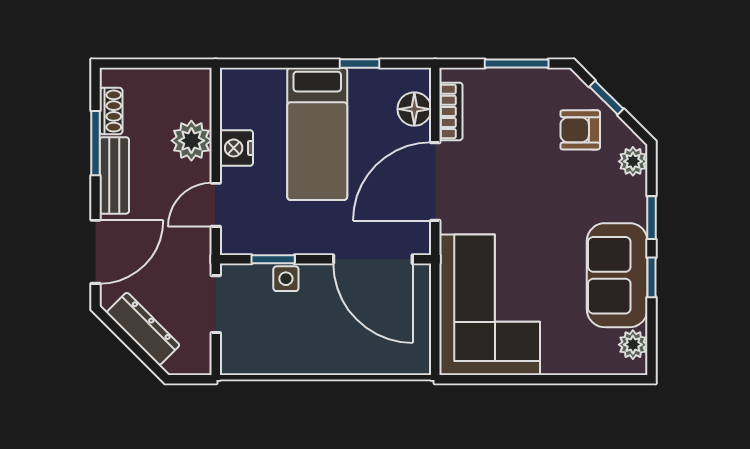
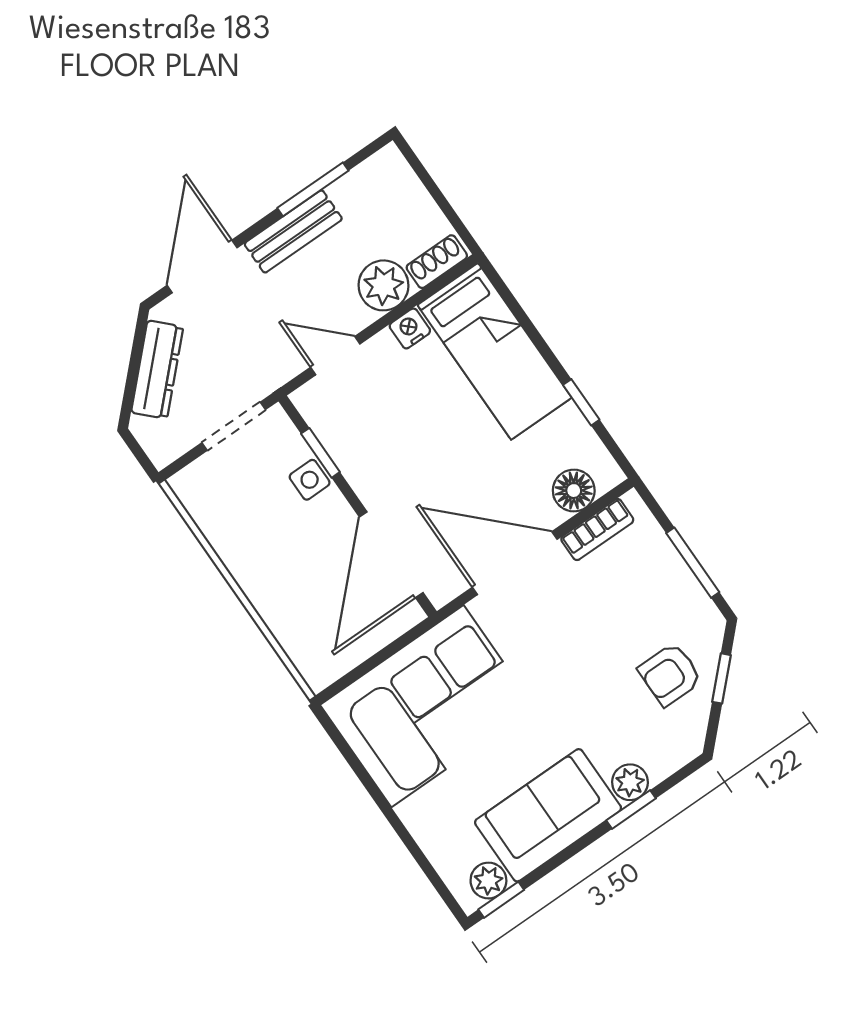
shoe rack: (111, 111) -> (437, 262), moved, turned 180
armchair: (580, 130) -> (670, 674), turned -90
bed: (317, 134) -> (495, 351), moved, turned -90
nightstand: (236, 148) -> (410, 328), width x0.72, depth x0.74
plant: (633, 161) -> (630, 782), moved
door: (96, 252) -> (202, 266), swing flipped
window: (651, 277) -> (501, 900), moved

